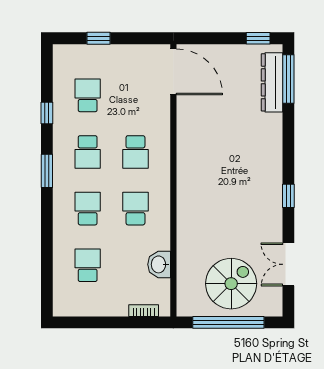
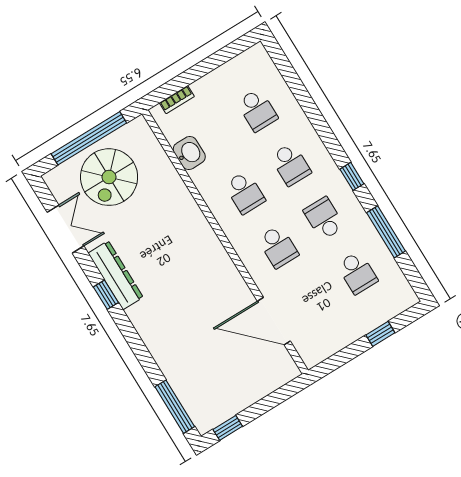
door: (173, 72) -> (274, 321), moved
dresser: (272, 82) -> (116, 275), moved
window: (47, 113) -> (386, 232), width x2.17
school desk: (135, 152) -> (278, 247), turned 180
window: (47, 171) -> (352, 176), width x0.67

